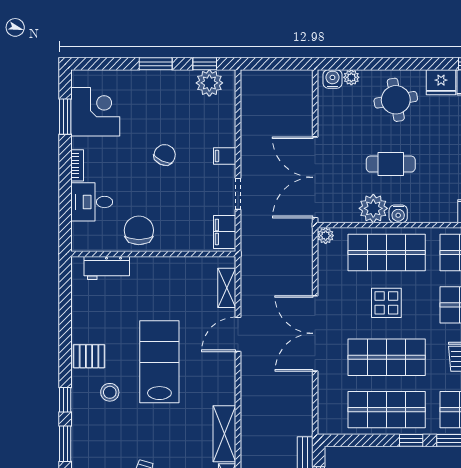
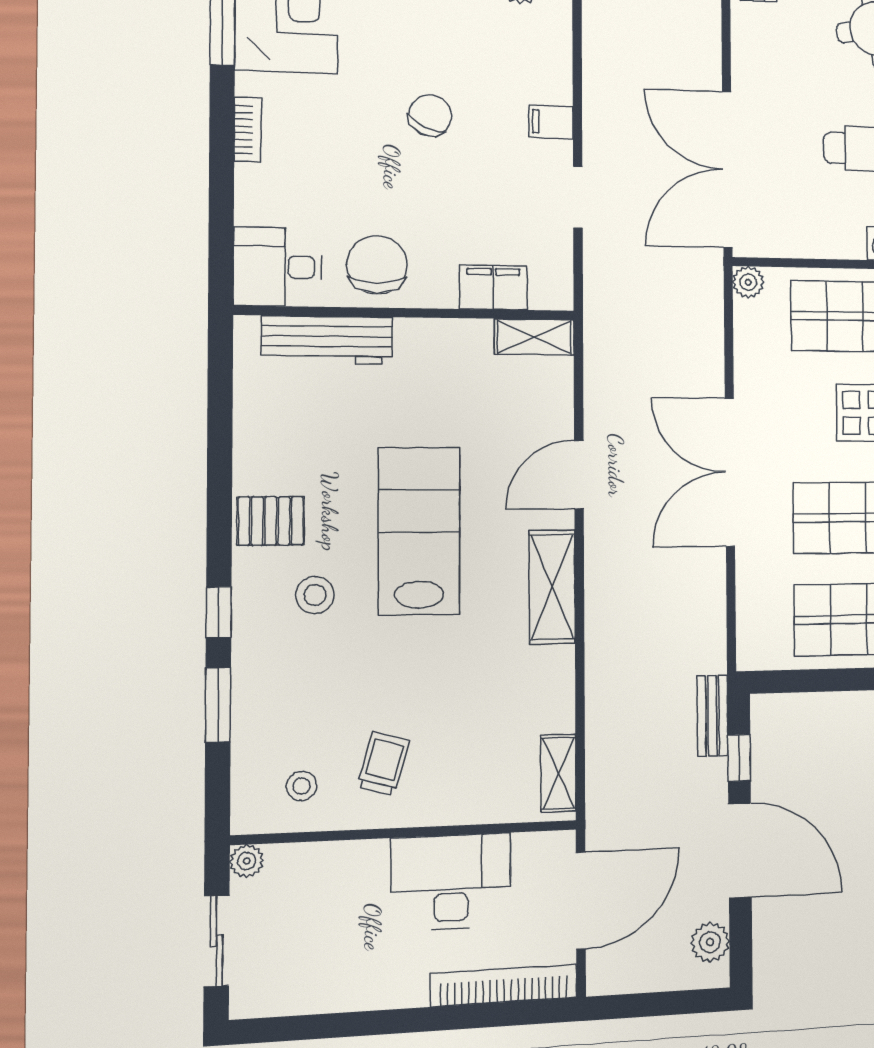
desk: (92, 202) -> (278, 267), moved
plant: (373, 208) -> (837, 232), removed
filing cabinet: (225, 232) -> (494, 287), moved, turned 90
workbench: (107, 268) -> (327, 340), width x1.38
shelving: (227, 288) -> (534, 337), moved, turned 90
shelving: (224, 434) -> (552, 587), moved

